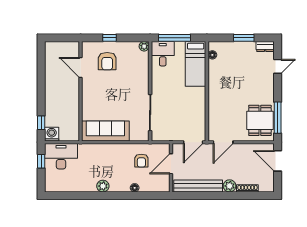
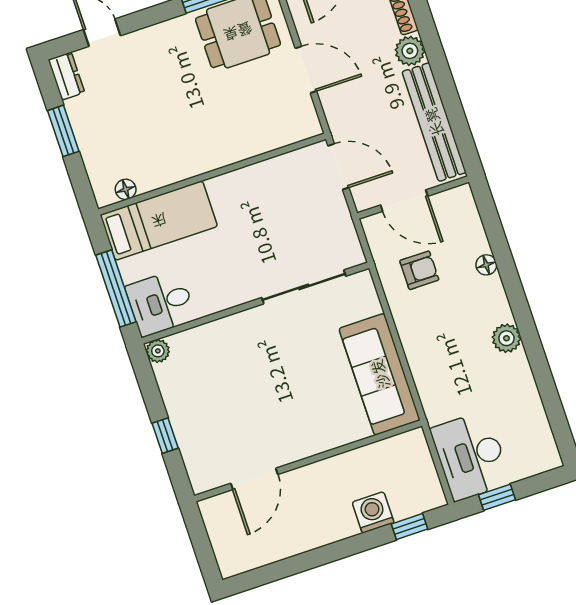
armchair: (107, 61) -> (220, 423), removed
washing machine: (52, 134) -> (373, 512), moved, turned 90
door: (223, 142) -> (306, 70), moved

